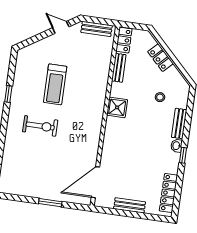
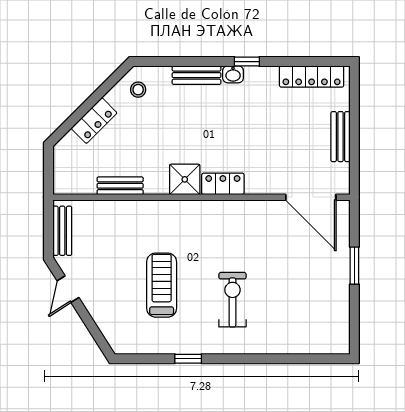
locker: (124, 40) -> (223, 184), moved
treadmill: (55, 84) -> (162, 285), turned -90
stool: (160, 97) -> (138, 90), moved

